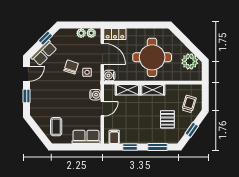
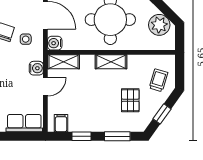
shelving: (127, 90) -> (64, 62), moved

